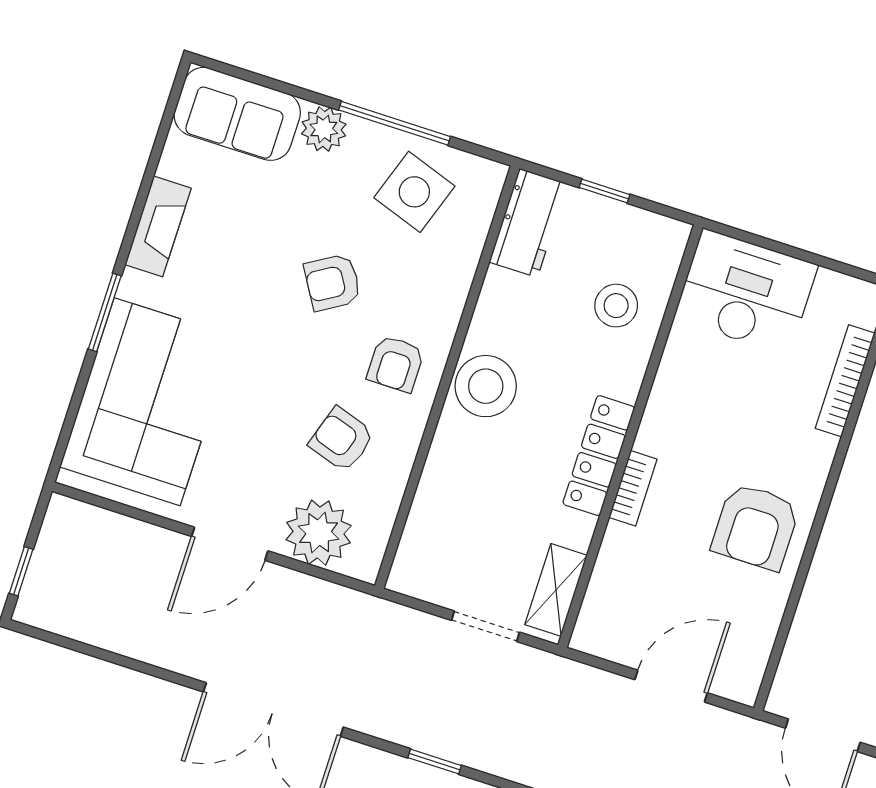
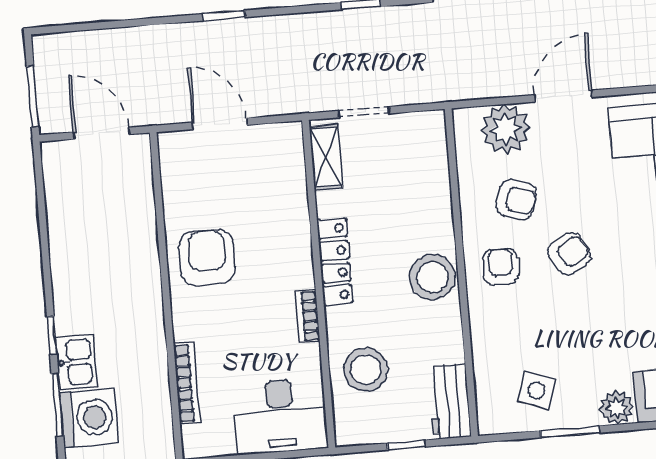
window: (395, 123) -> (570, 432), width x0.69
side table: (414, 192) -> (537, 390), width x0.73, depth x0.73
armchair: (332, 282) -> (569, 254), moved
stool: (616, 306) -> (366, 370), width x1.38, depth x1.38
bookcase: (633, 488) -> (308, 316), moved
door: (671, 686) -> (220, 124), swing flipped

